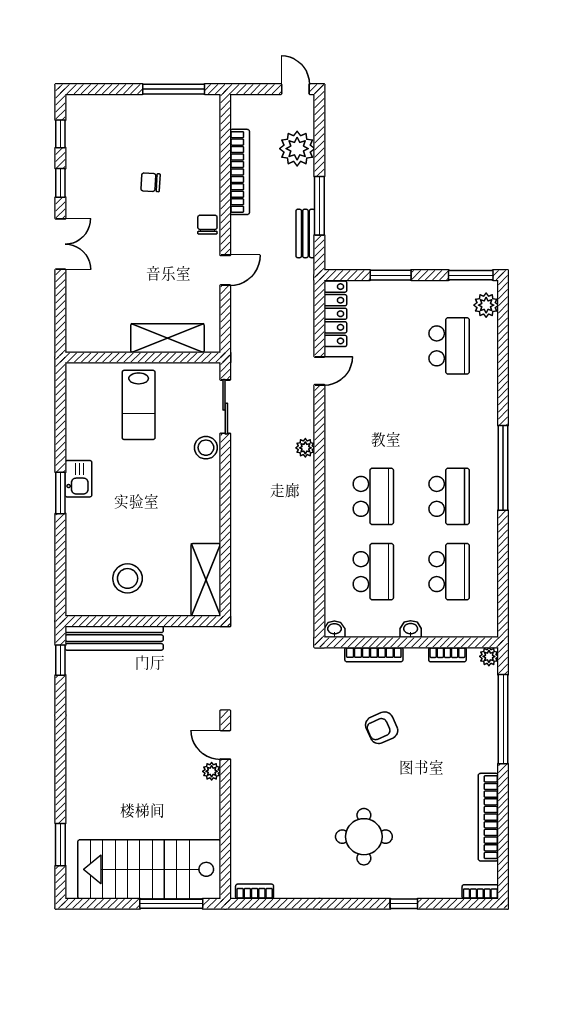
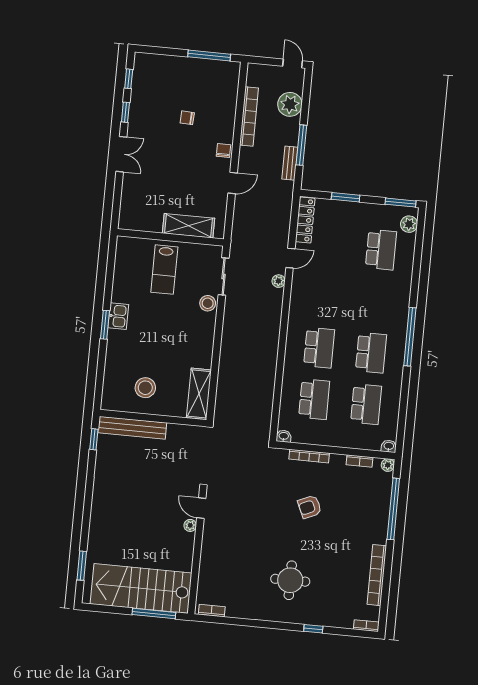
plant: (305, 448) -> (279, 281), moved
washbasin: (411, 629) -> (389, 446), moved

